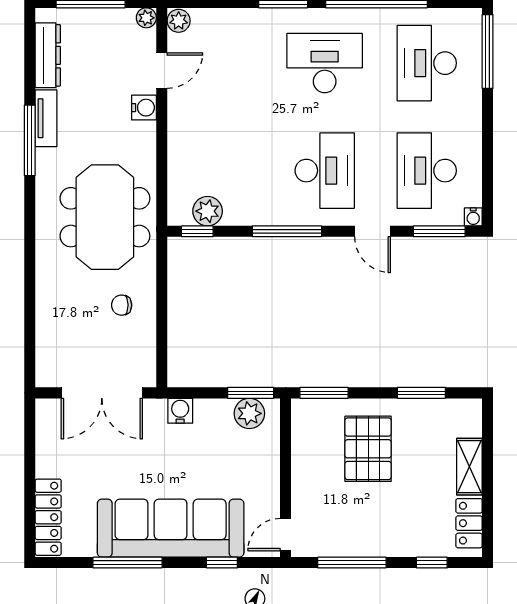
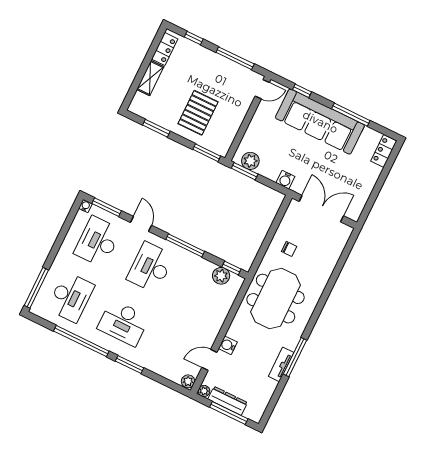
dresser: (48, 55) -> (228, 401), moved, turned 90
desk: (427, 171) -> (98, 242), turned 180
locker: (48, 517) -> (384, 151), width x0.66

